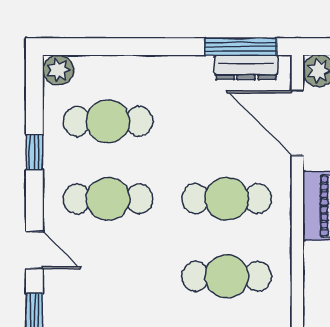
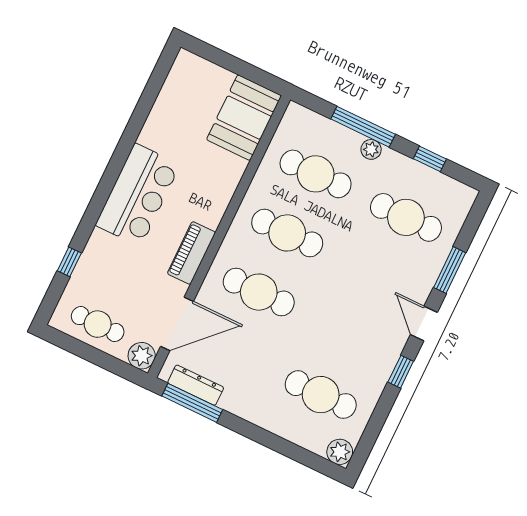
door: (297, 123) -> (177, 324), hinge flipped
window: (34, 152) -> (401, 372), moved
cafe table: (108, 199) -> (349, 336), removed

